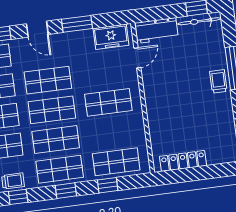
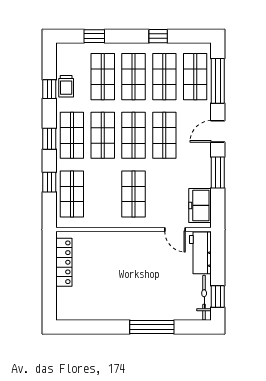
trolley: (218, 81) -> (140, 309), removed

